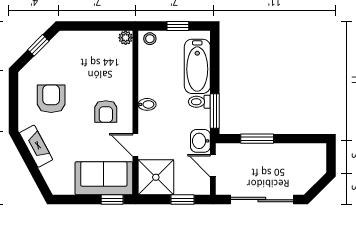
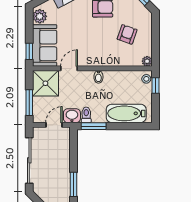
window: (178, 26) -> (156, 85), moved
toilet: (199, 102) -> (86, 115), moved
armchair: (106, 111) -> (127, 34), moved, turned 109
window: (257, 139) -> (74, 184), moved
plant: (64, 185) -> (40, 16), added
window: (183, 200) -> (29, 103), width x1.50

